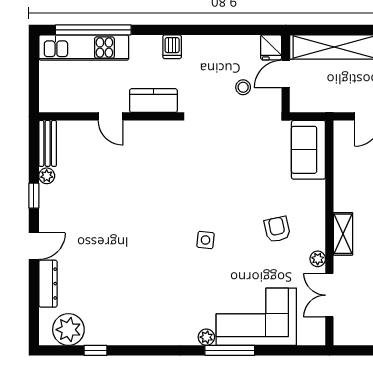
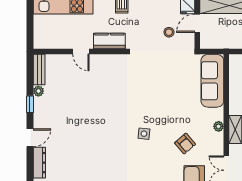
sofa: (308, 150) -> (212, 81), width x1.36
armchair: (277, 229) -> (185, 144), moved, turned 151
plant: (318, 259) -> (219, 126), moved

